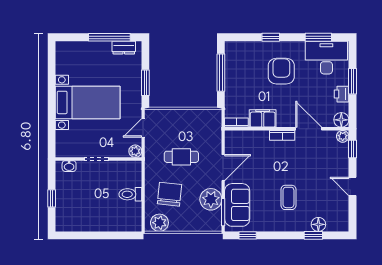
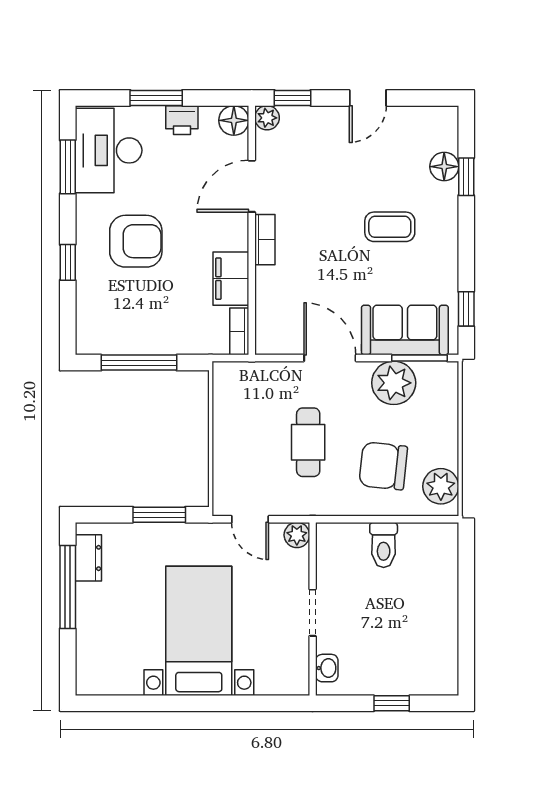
armchair: (281, 71) -> (136, 241), turned 180

